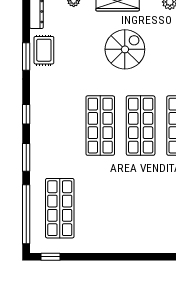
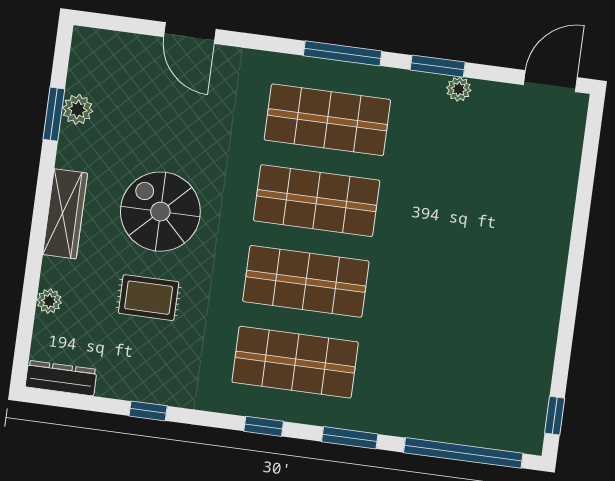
rug: (44, 50) -> (149, 298), moved
window: (26, 56) -> (148, 411), width x0.67
shop shelf: (60, 208) -> (295, 362), moved

